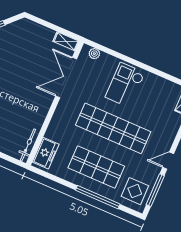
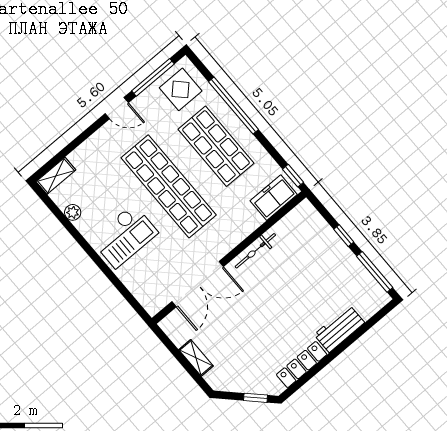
shelving: (66, 41) -> (196, 358), moved
plant: (94, 54) -> (73, 212), moved
bicycle: (28, 145) -> (255, 251), moved
window: (40, 172) -> (293, 176), added

